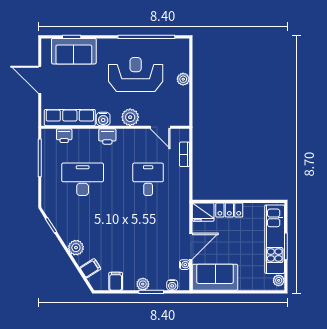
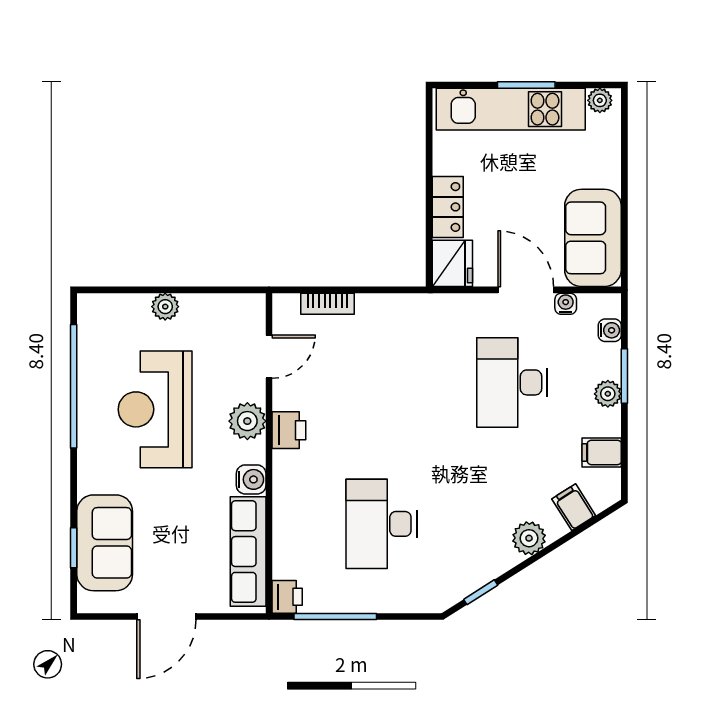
printer: (64, 136) -> (287, 597), moved
printer: (107, 136) -> (289, 430), moved
desk: (148, 179) -> (512, 382), moved, width x1.37

